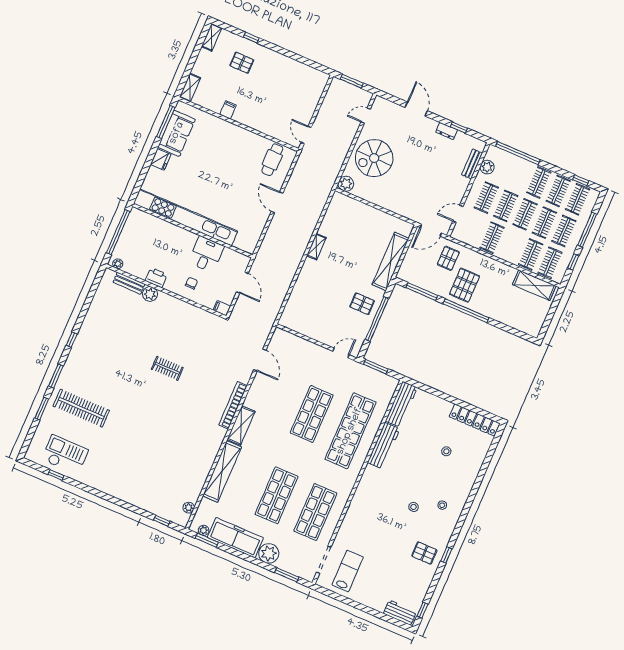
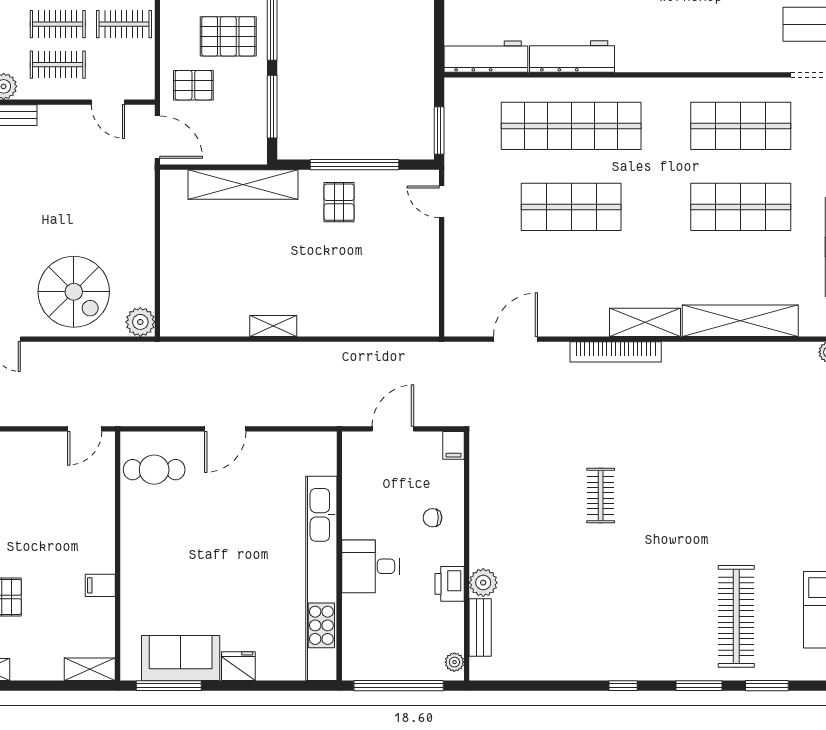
desk: (206, 254) -> (370, 566), moved

